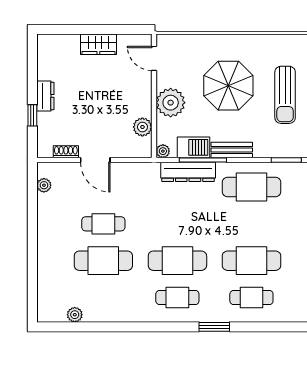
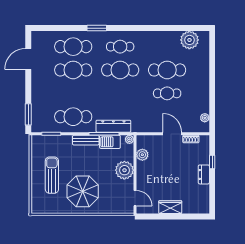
parasol: (228, 86) -> (83, 191), moved
cafe table: (251, 297) -> (73, 47), width x1.37, depth x1.35
plant: (75, 315) -> (189, 40), width x1.87, depth x1.87

